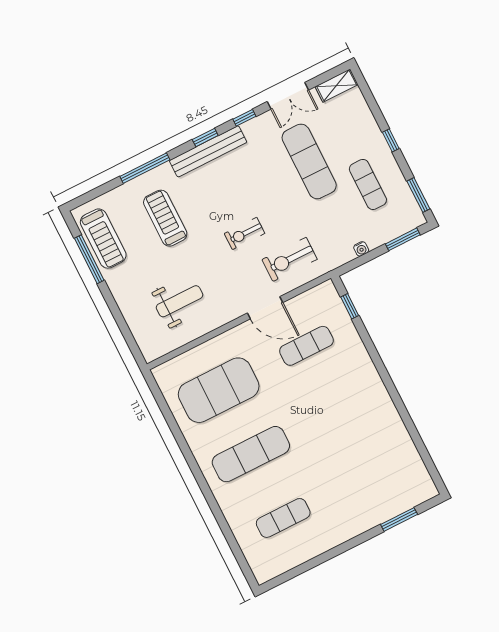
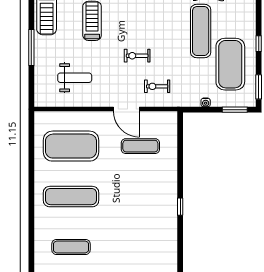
exercise mat: (368, 184) -> (230, 64), width x2.00, depth x1.45
window: (89, 259) -> (31, 48), moved
exercise bike: (290, 259) -> (157, 86), width x0.73, depth x0.72
window: (350, 306) -> (180, 207), moved

